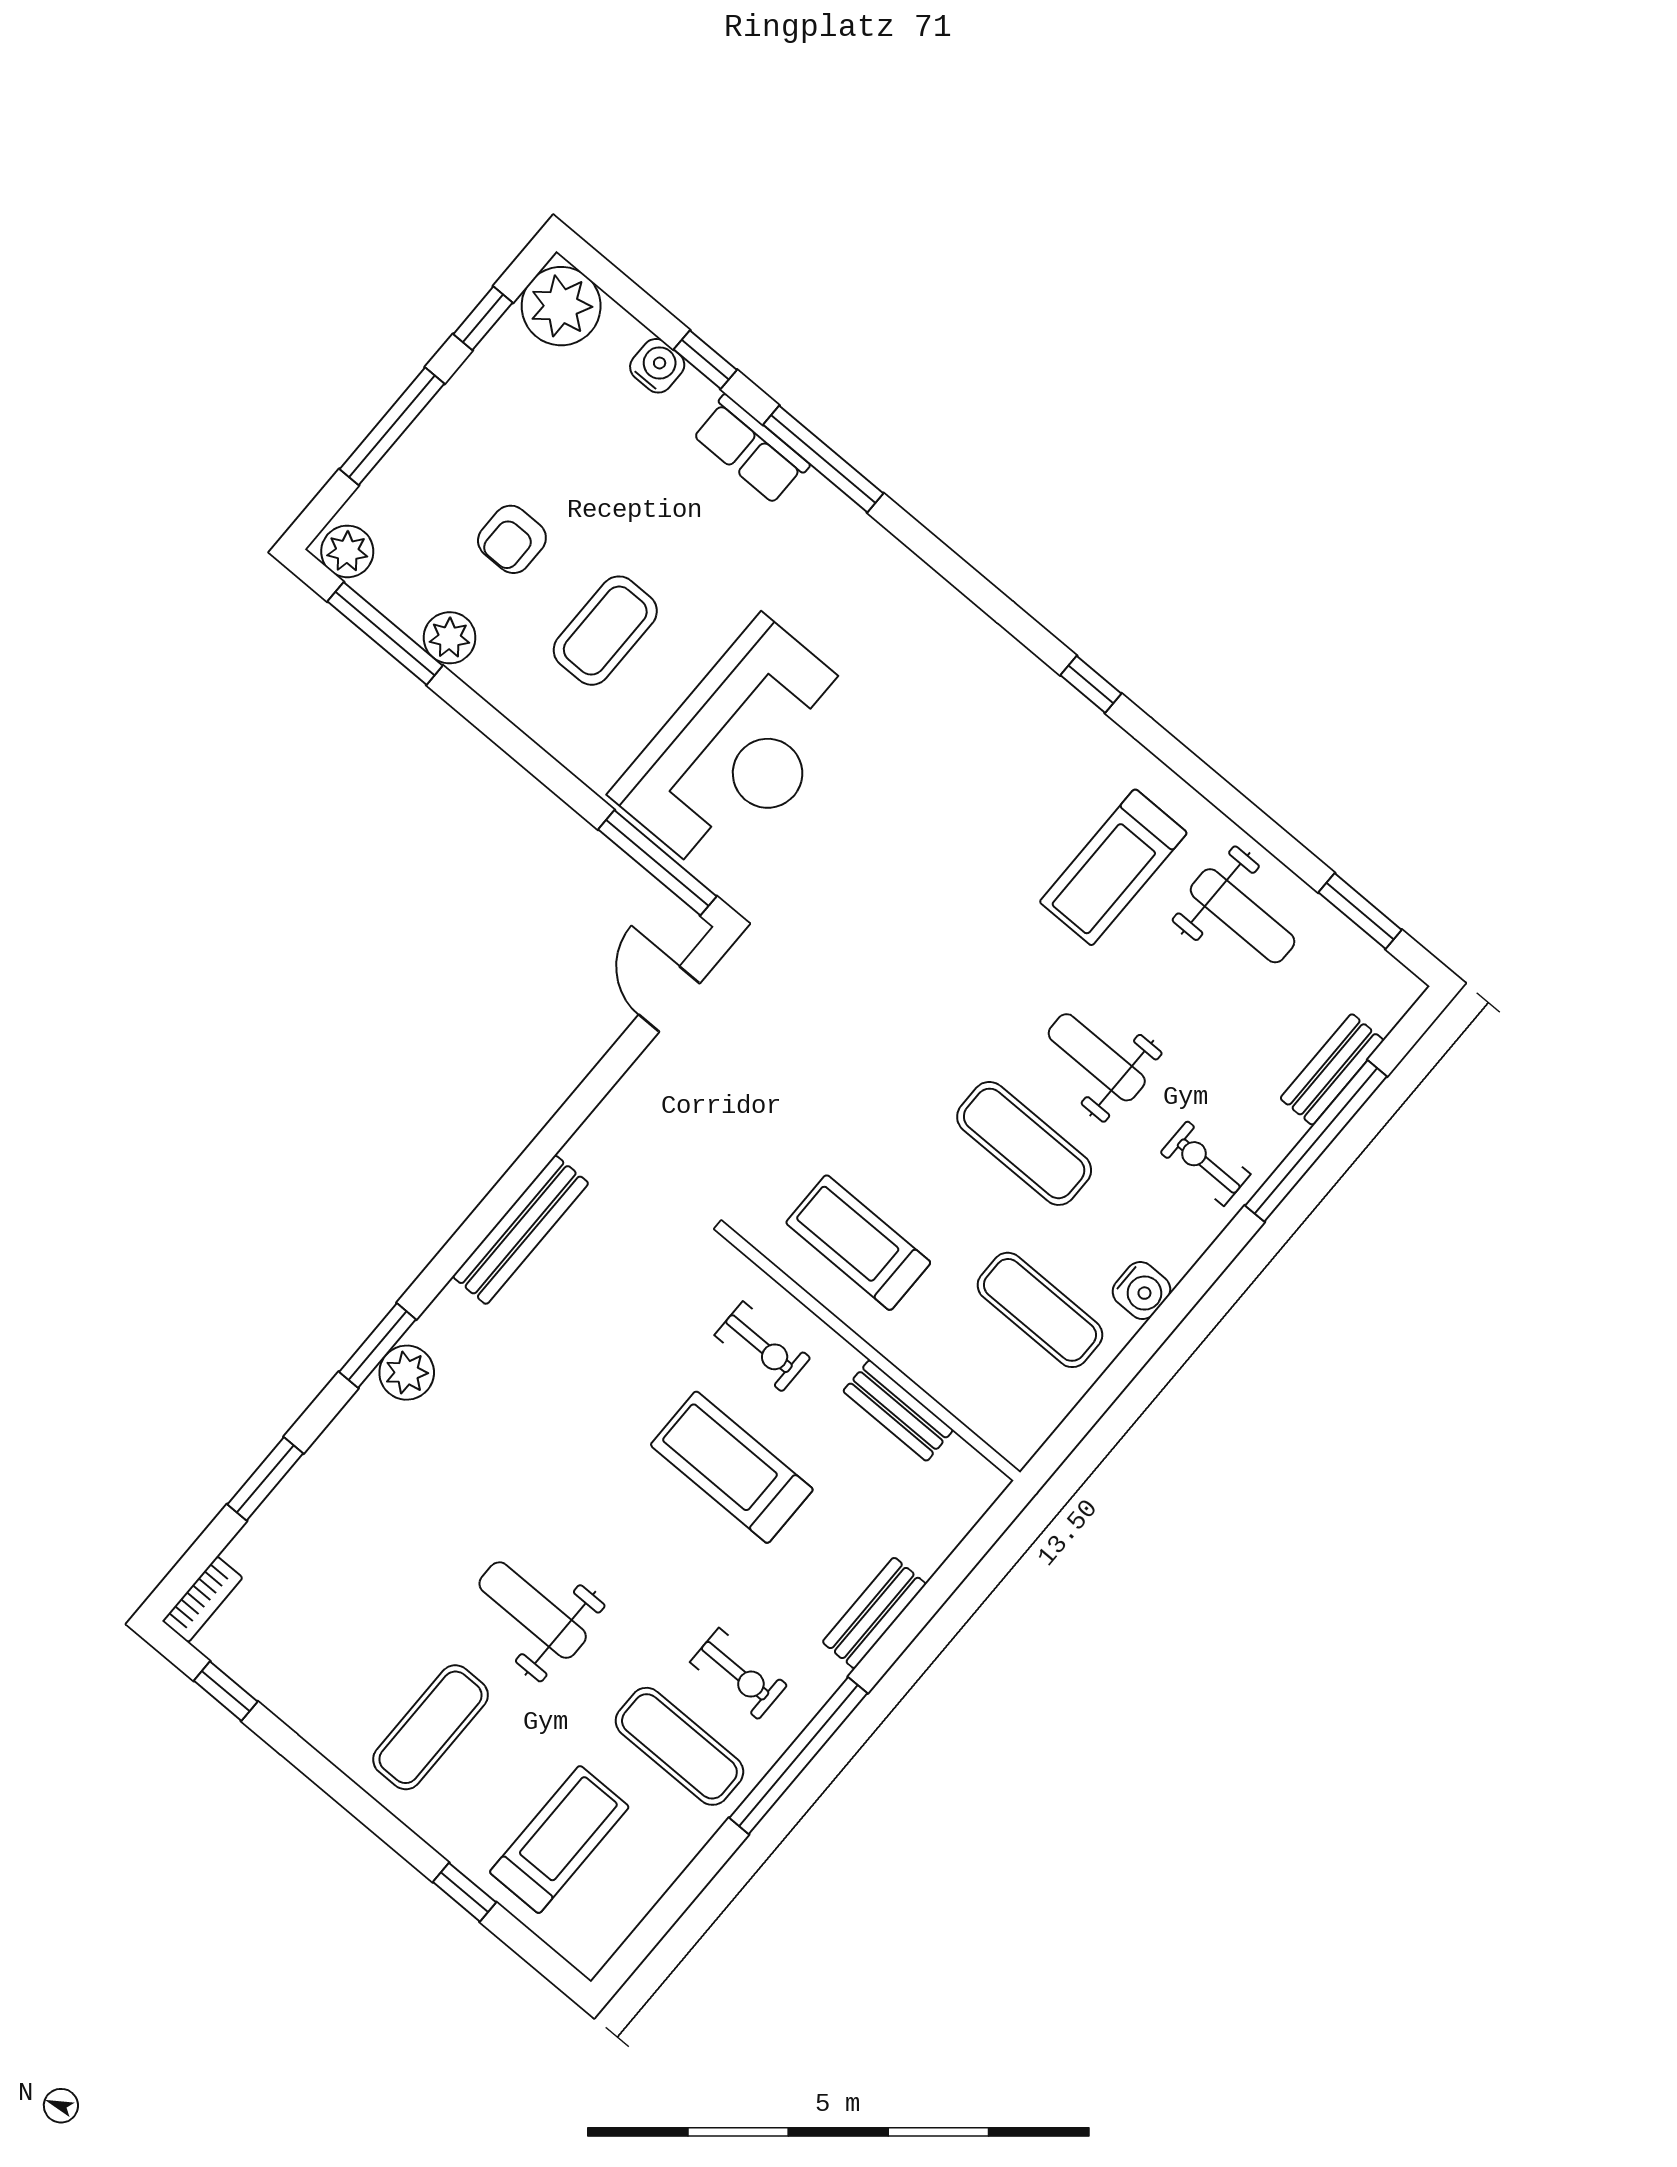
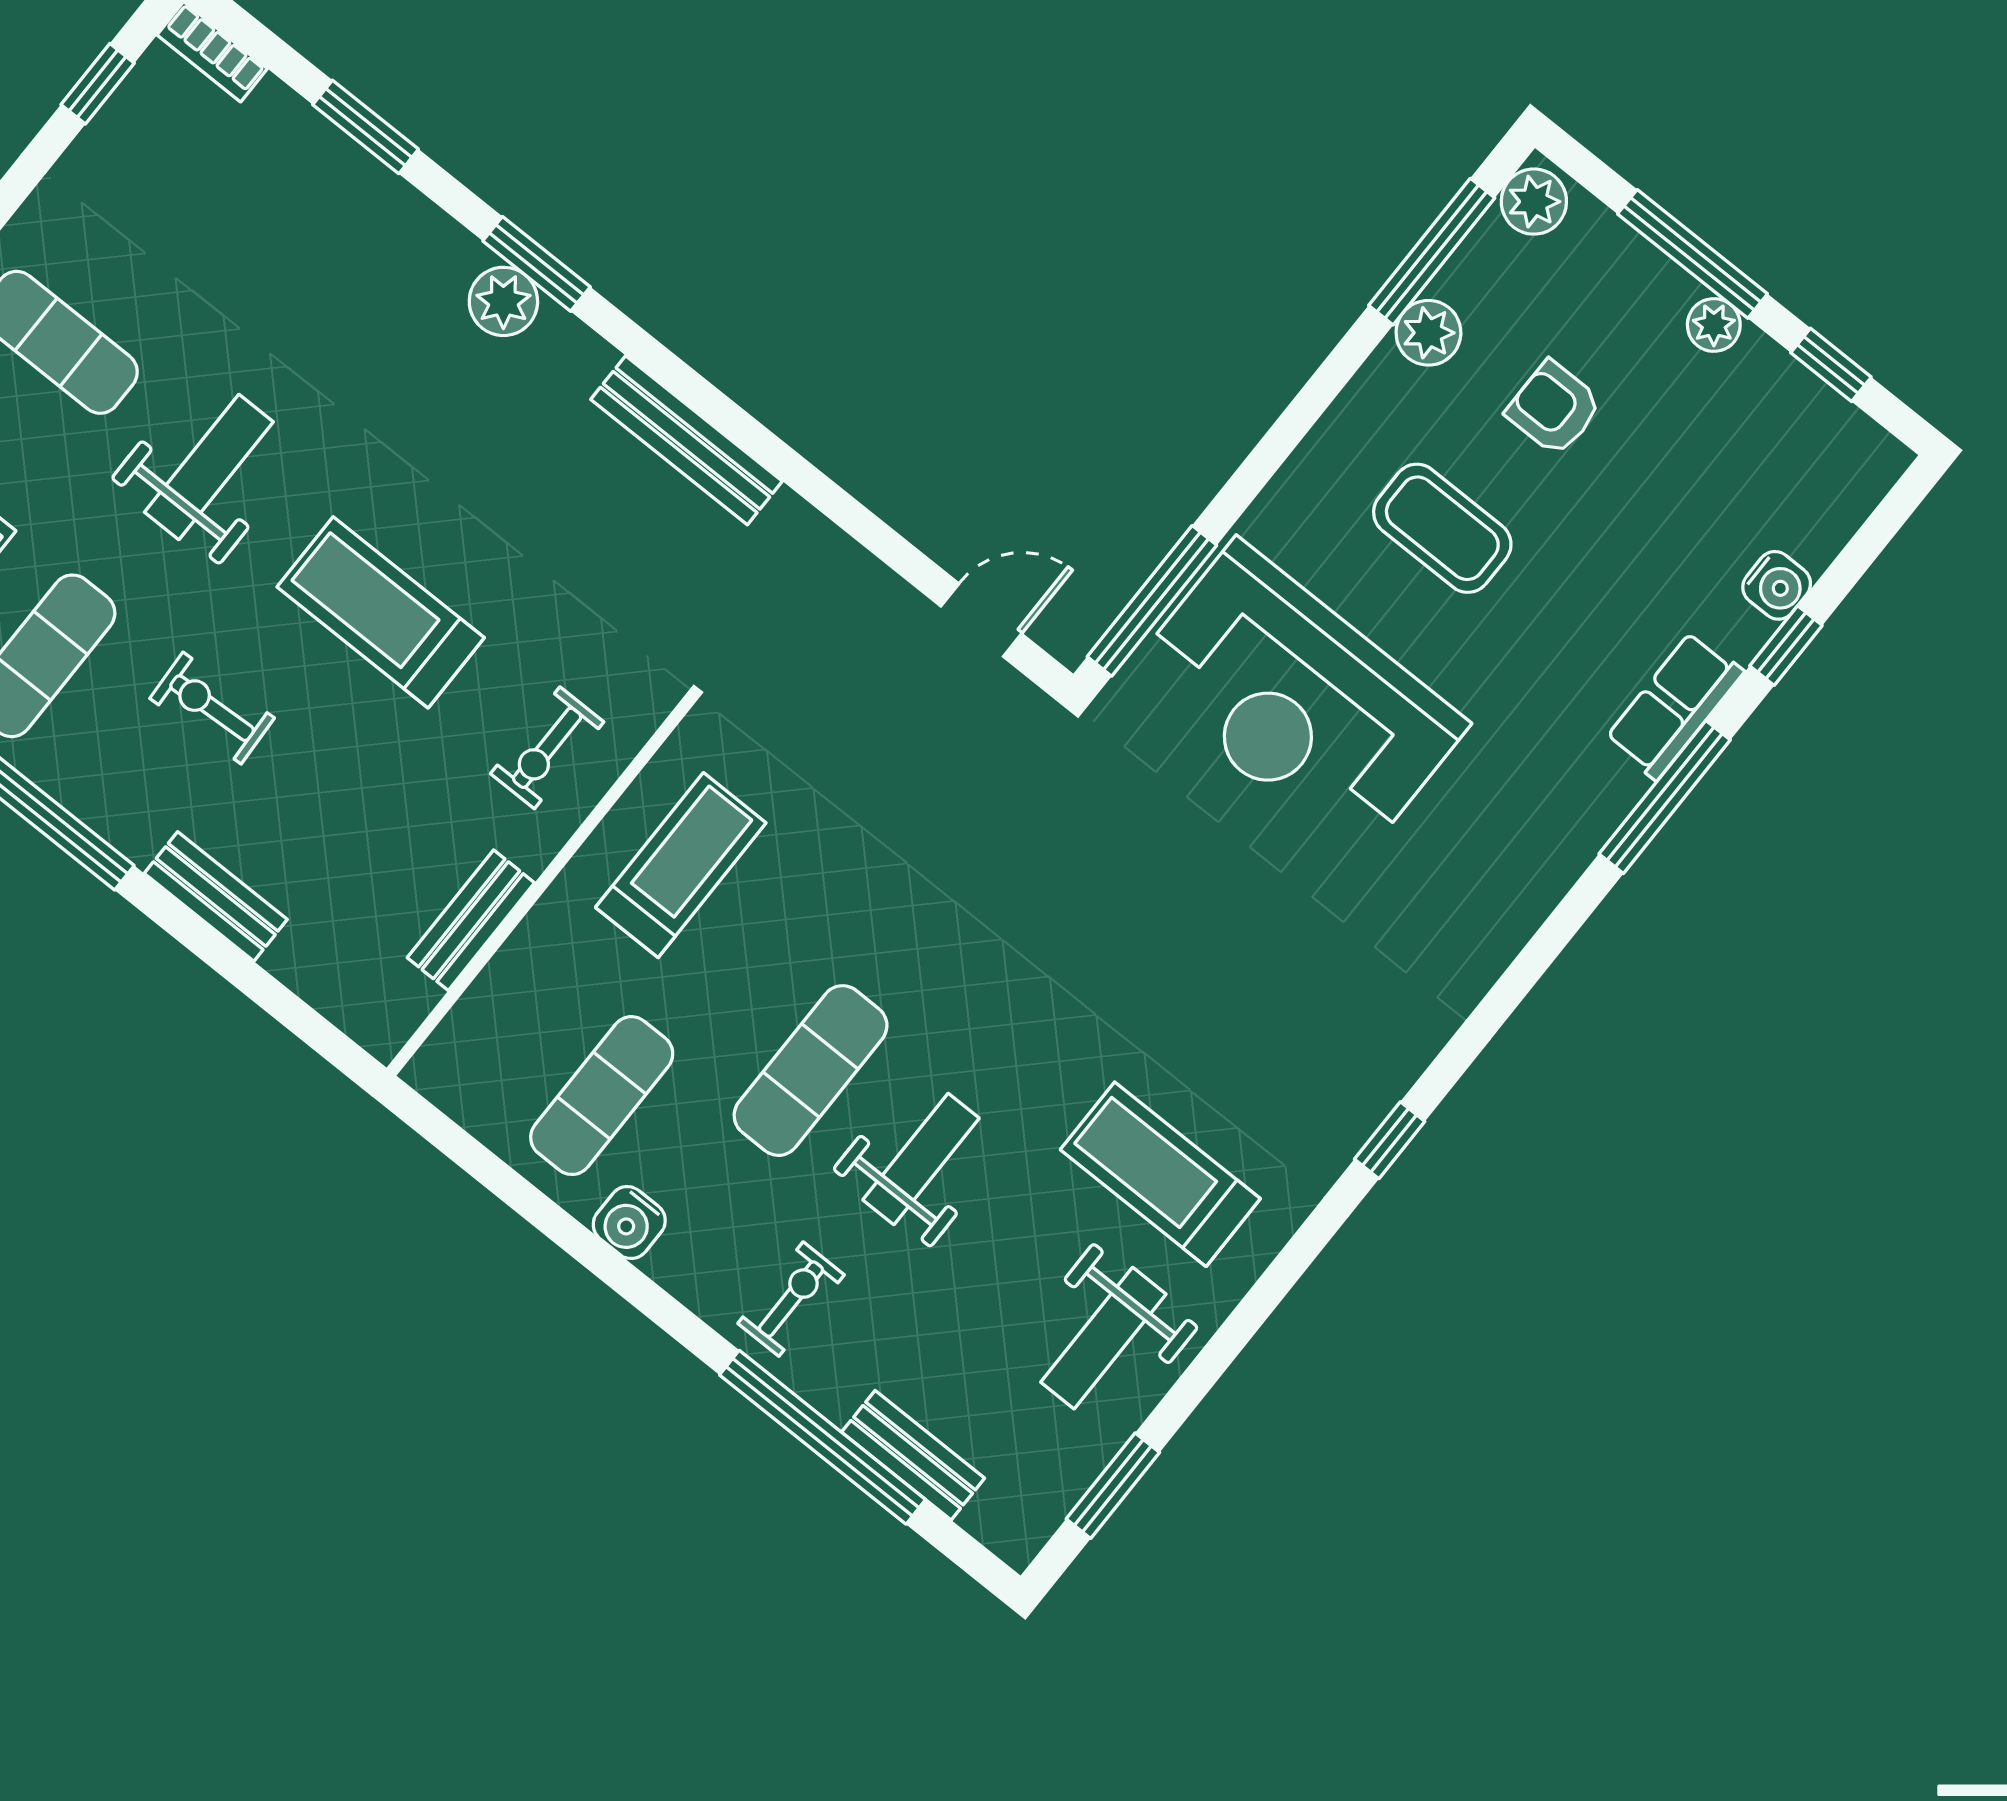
plant: (561, 306) -> (1714, 325), moved, width x0.53, depth x0.53
treadmill: (732, 1467) -> (381, 612), moved, turned -90
exercise bike: (739, 1674) -> (212, 708), moved, turned 87

